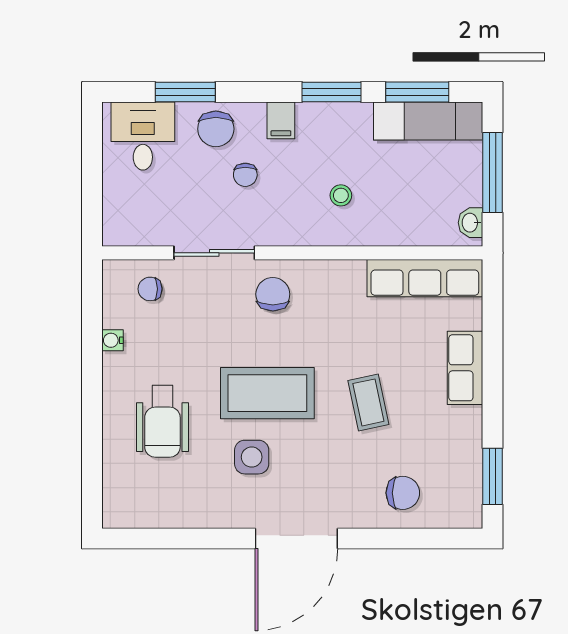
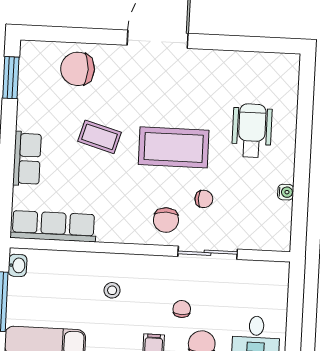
chair: (150, 289) -> (204, 199), moved
coffee table: (368, 402) -> (100, 137), turned -62
side table: (252, 457) -> (188, 101), removed
chair: (403, 493) -> (78, 69), width x1.37, depth x1.37

